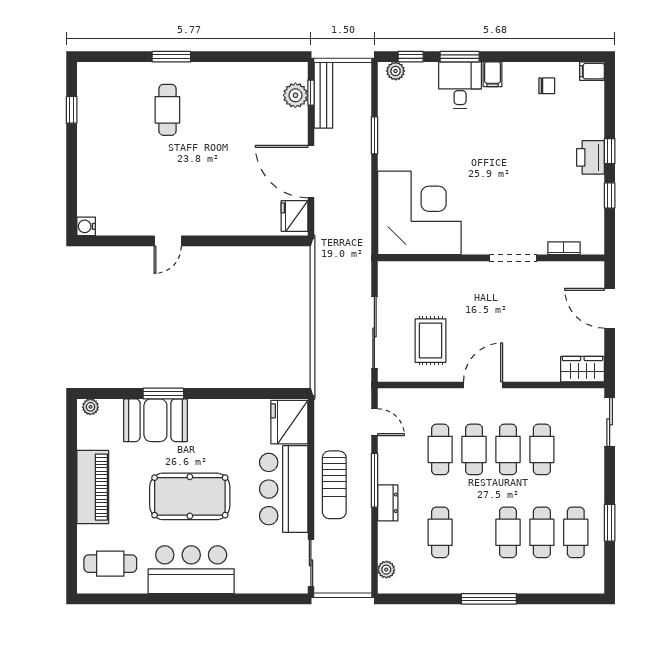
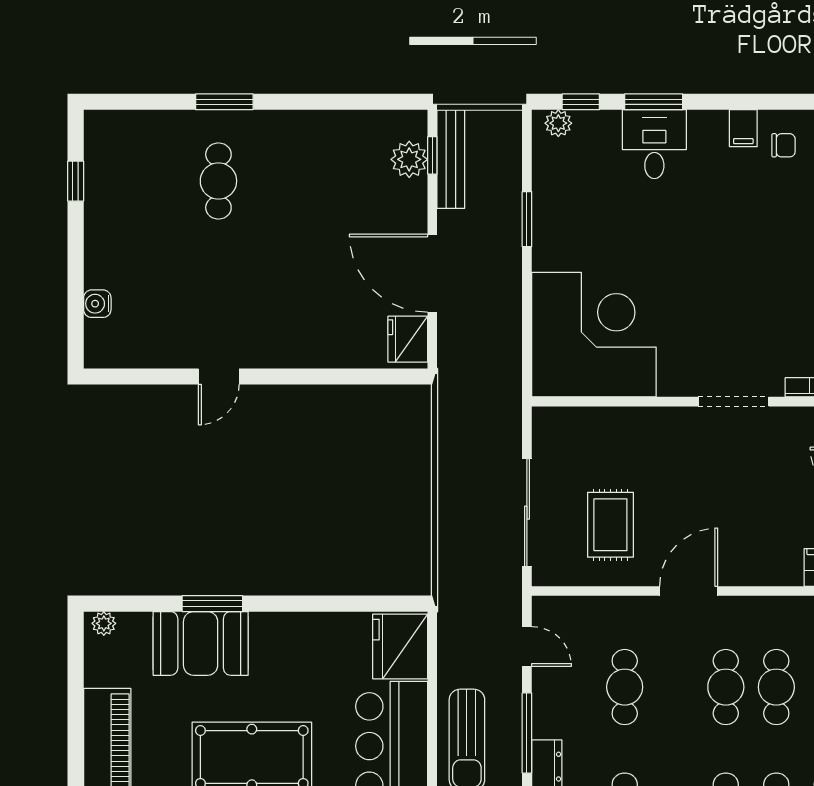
filing cabinet: (492, 74) -> (743, 128), moved
water cooler: (86, 226) -> (97, 304), moved
cafe table: (474, 449) -> (675, 687), removed

